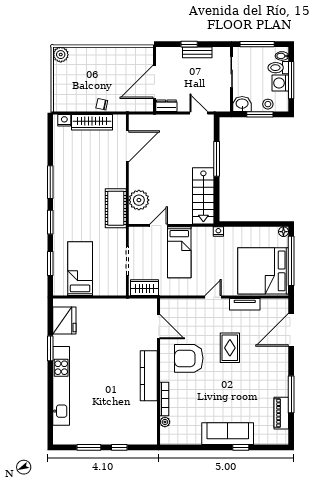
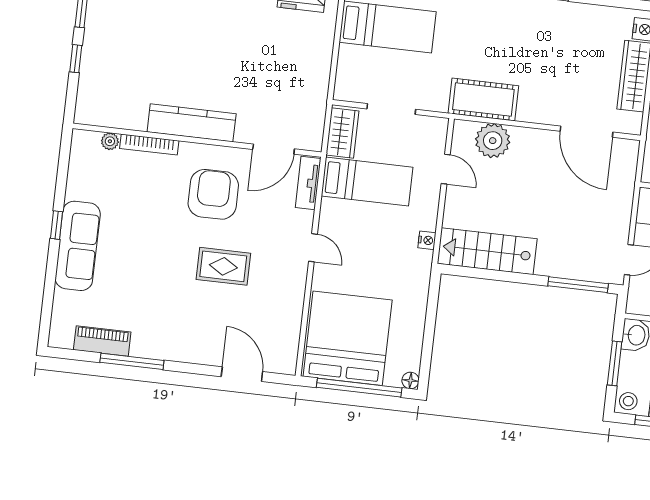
stool: (268, 104) -> (628, 401), moved
window: (217, 159) -> (578, 285), moved
nightstand: (218, 231) -> (427, 240), moved
bed: (179, 252) -> (367, 182), moved, turned 180
tv unit: (245, 304) -> (308, 183), moved
door: (291, 330) -> (242, 374), width x0.73
window: (241, 447) -> (57, 225), moved

